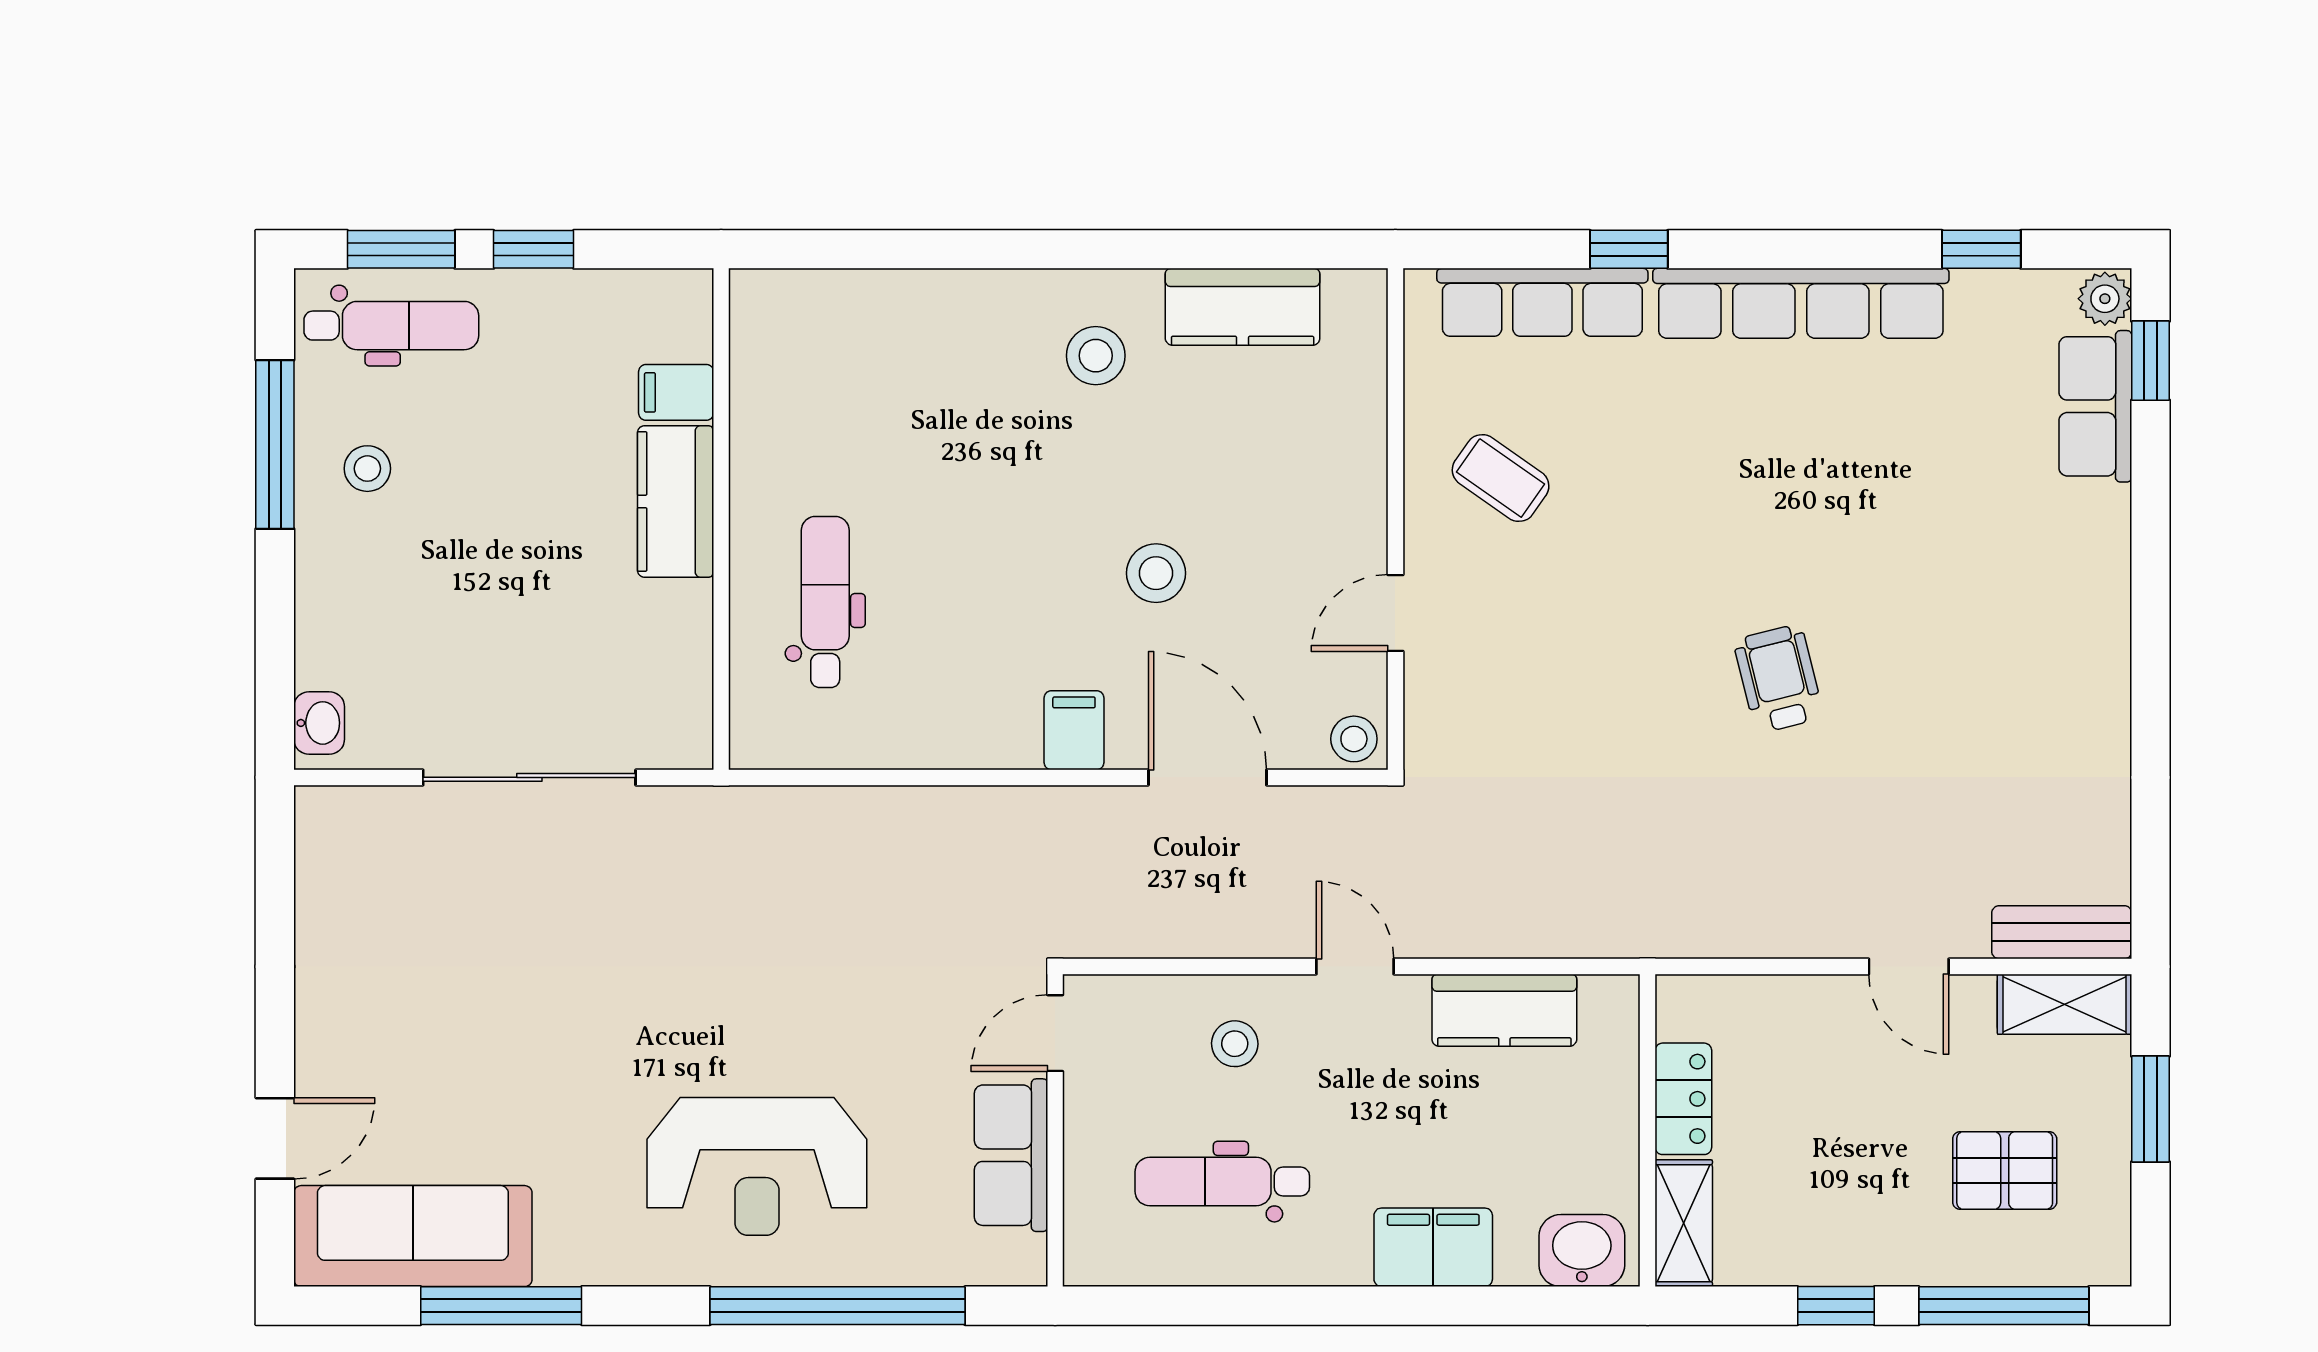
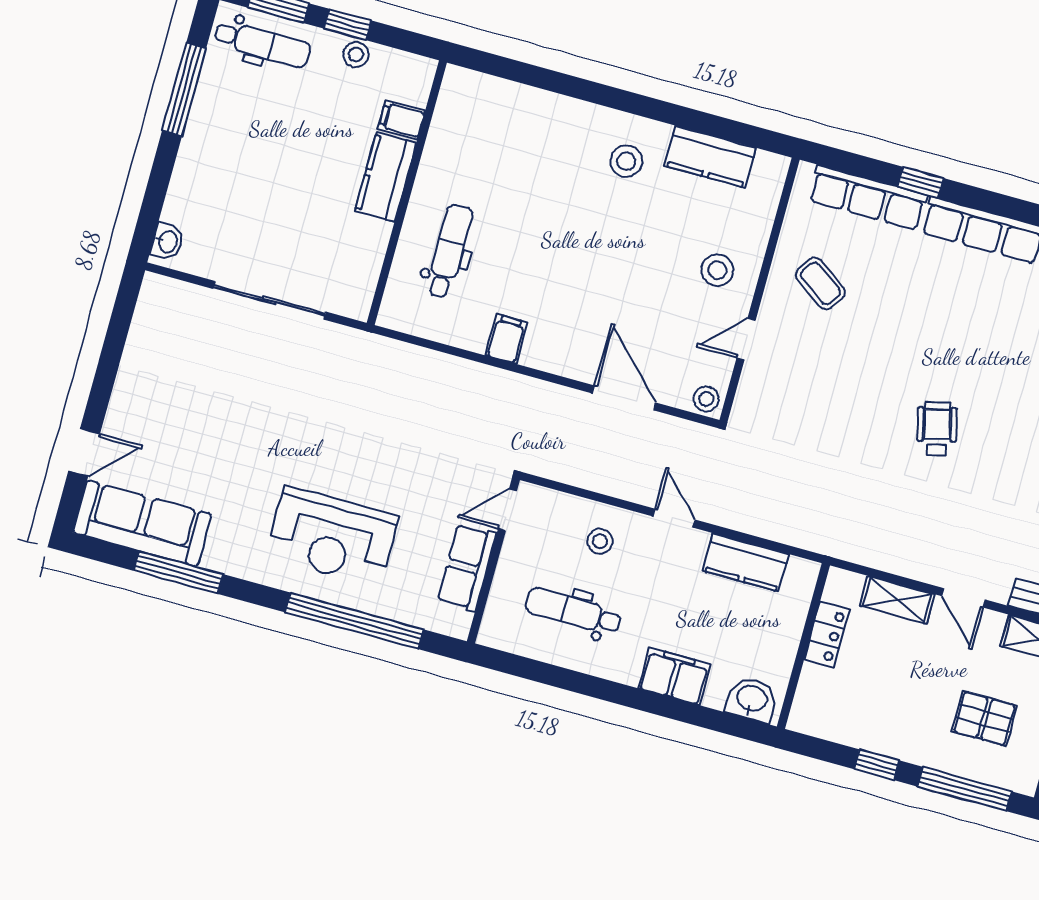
stool: (367, 469) -> (356, 55), moved
stool: (1156, 573) -> (717, 270), moved
filing cabinet: (1074, 730) -> (506, 339), moved
shelving: (1684, 1223) -> (897, 600), moved, turned 90

